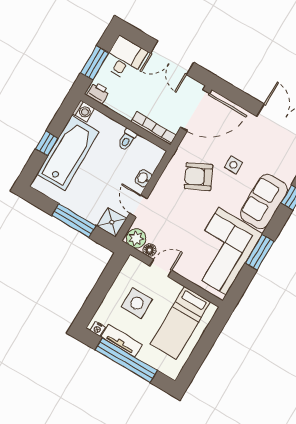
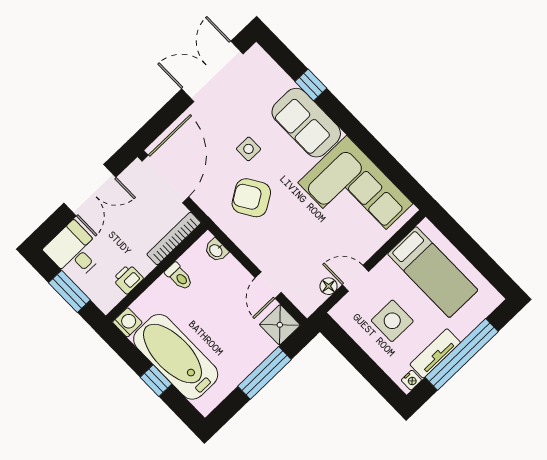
printer: (98, 93) -> (128, 279), moved
armchair: (198, 177) -> (251, 198), turned 84
washbasin: (143, 178) -> (216, 250), moved
door: (138, 206) -> (268, 285), hinge flipped
plant: (136, 238) -> (309, 299), removed
window: (260, 252) -> (370, 146), removed
door: (161, 268) -> (356, 278), hinge flipped

